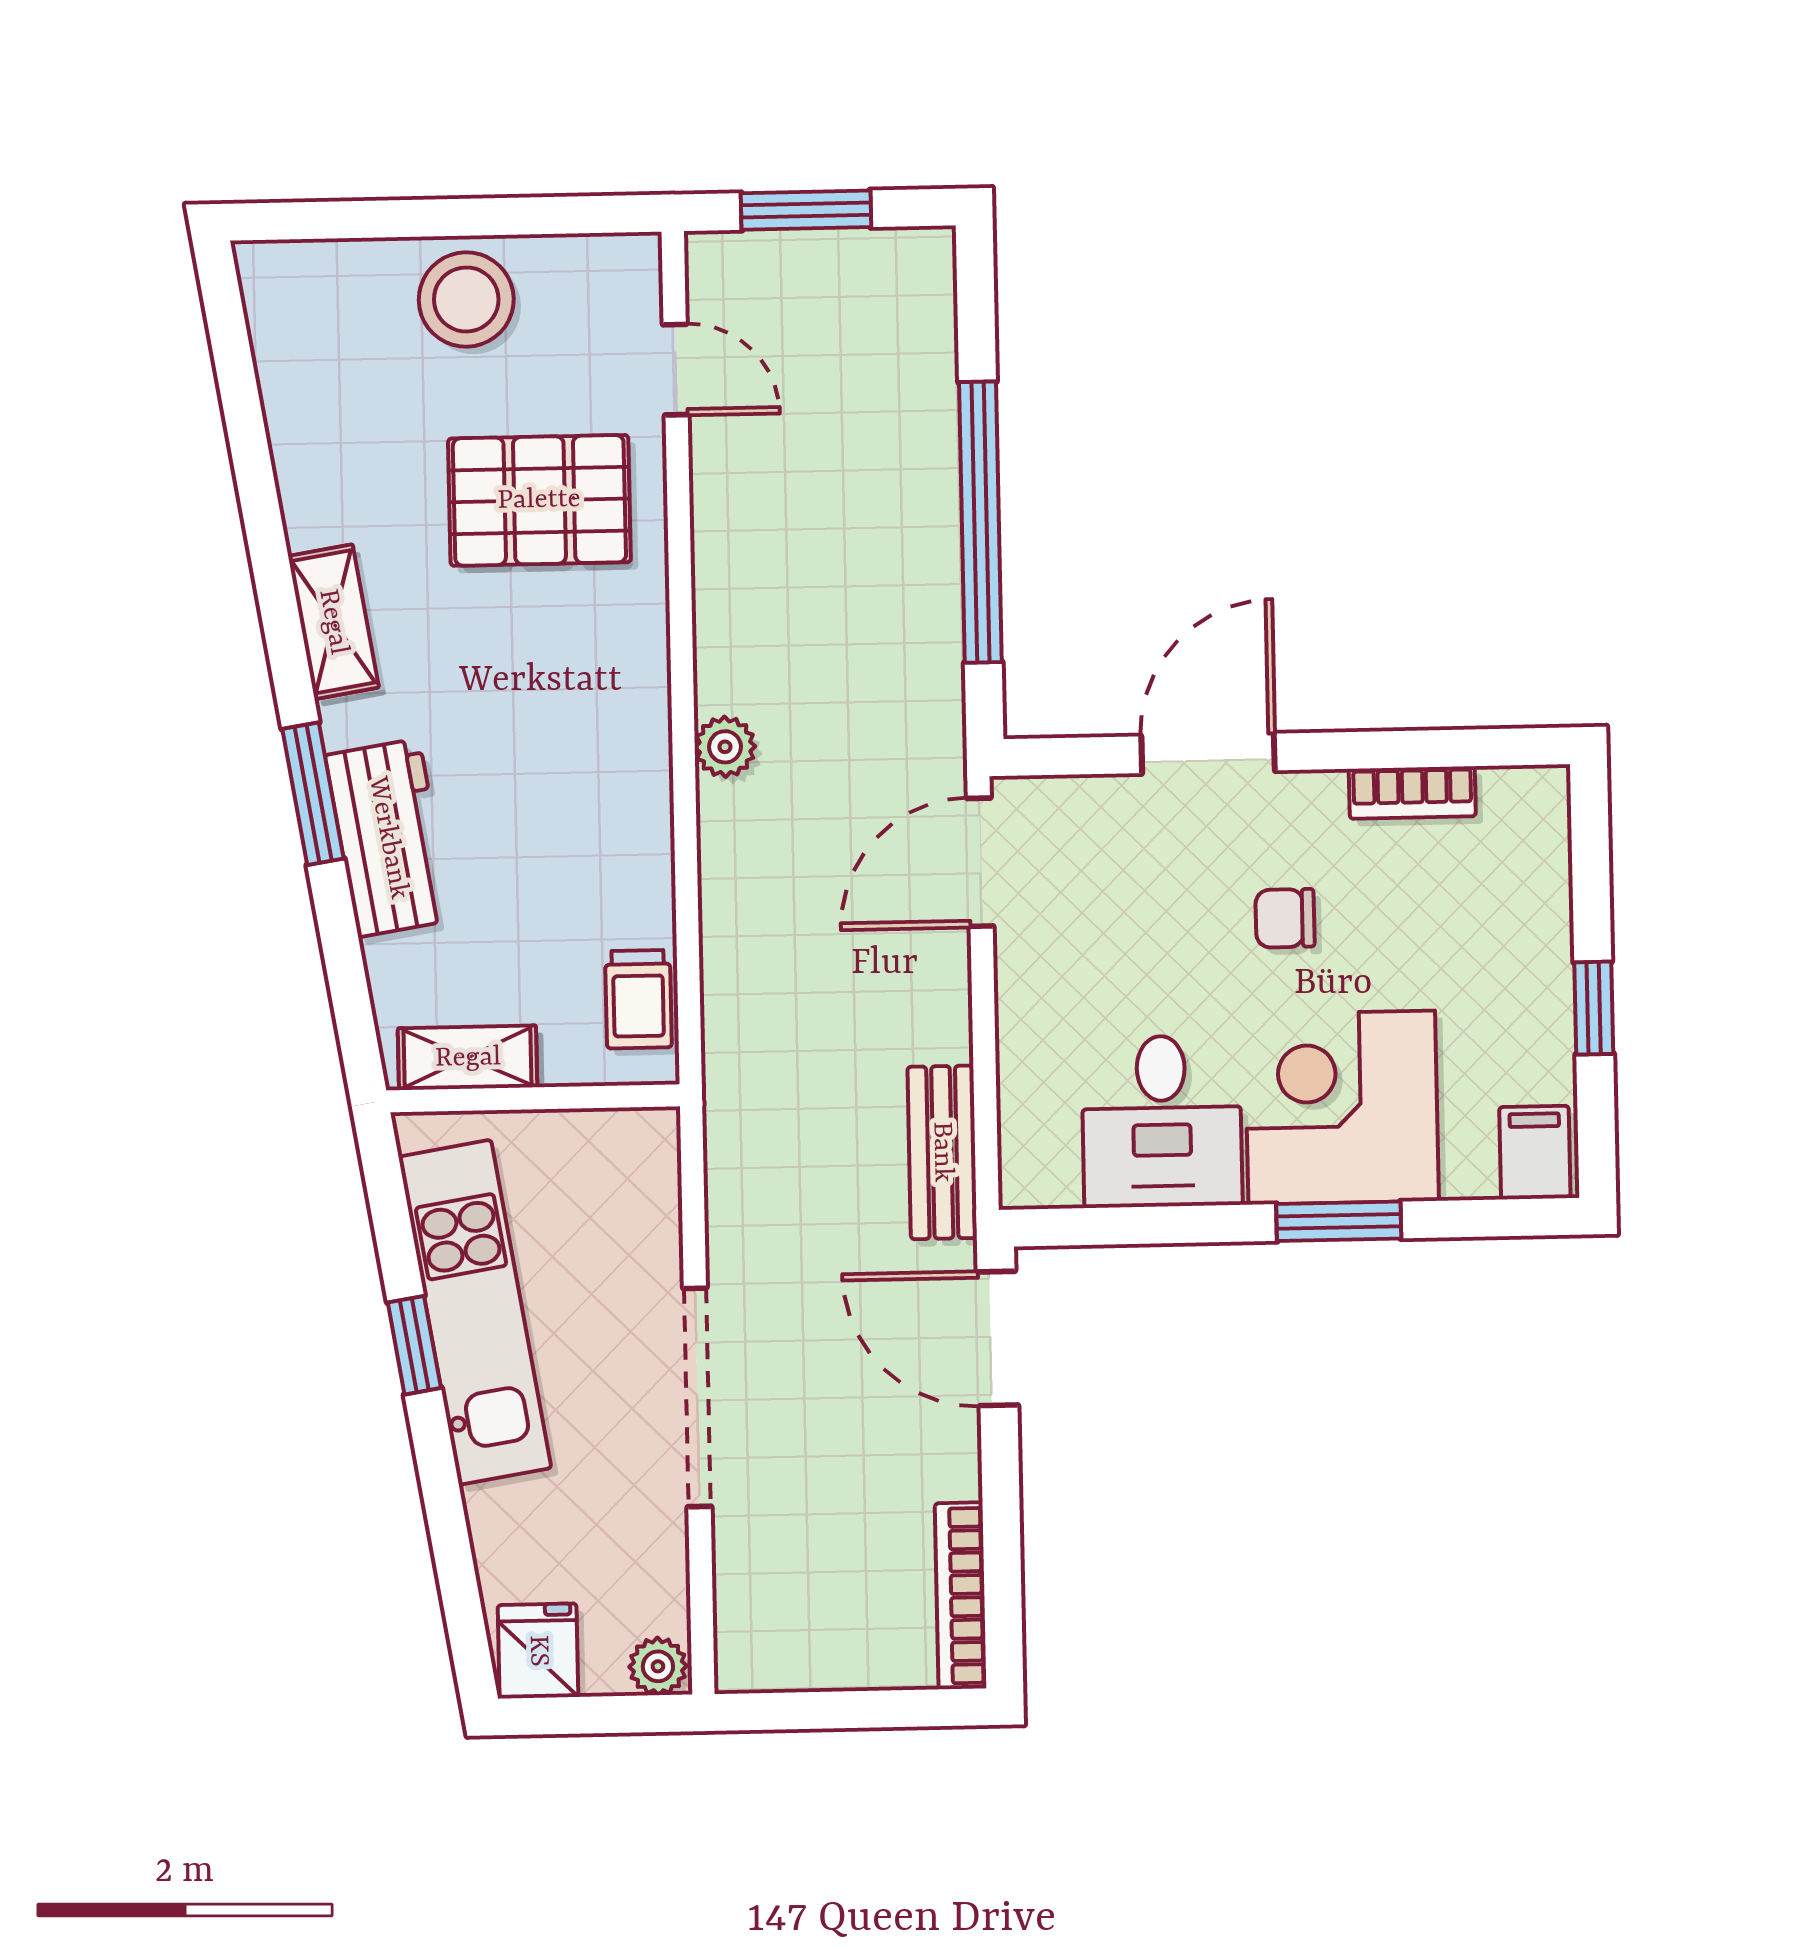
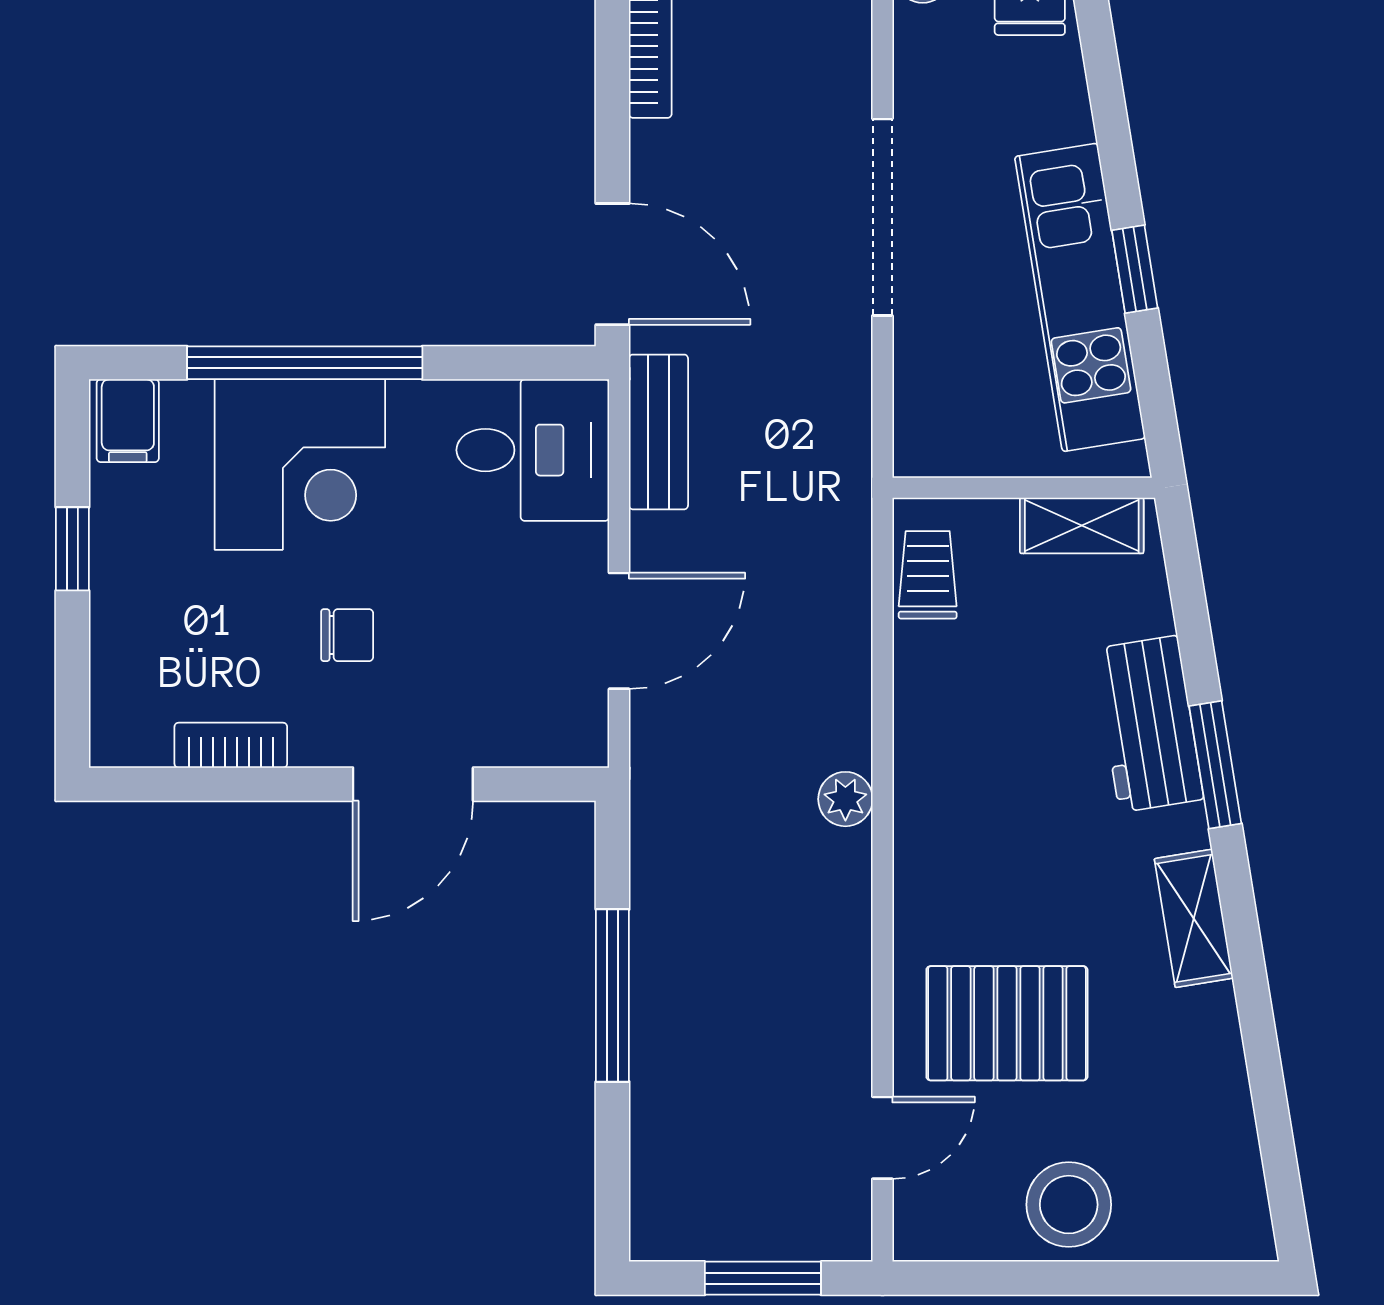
door: (676, 370) -> (882, 1138), swing flipped
window: (980, 522) -> (612, 996), width x0.68
door: (980, 862) -> (619, 631), moved
desk: (1162, 1121) -> (533, 450), moved, turned 90
window: (1339, 1221) -> (305, 363), width x2.11

